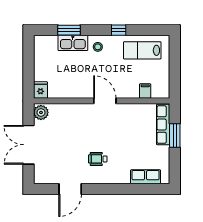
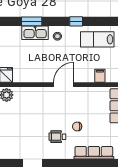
door: (105, 101) -> (64, 85), hinge flipped
chair: (120, 148) -> (77, 126), added
row of seats: (146, 177) -> (94, 153), width x1.48

